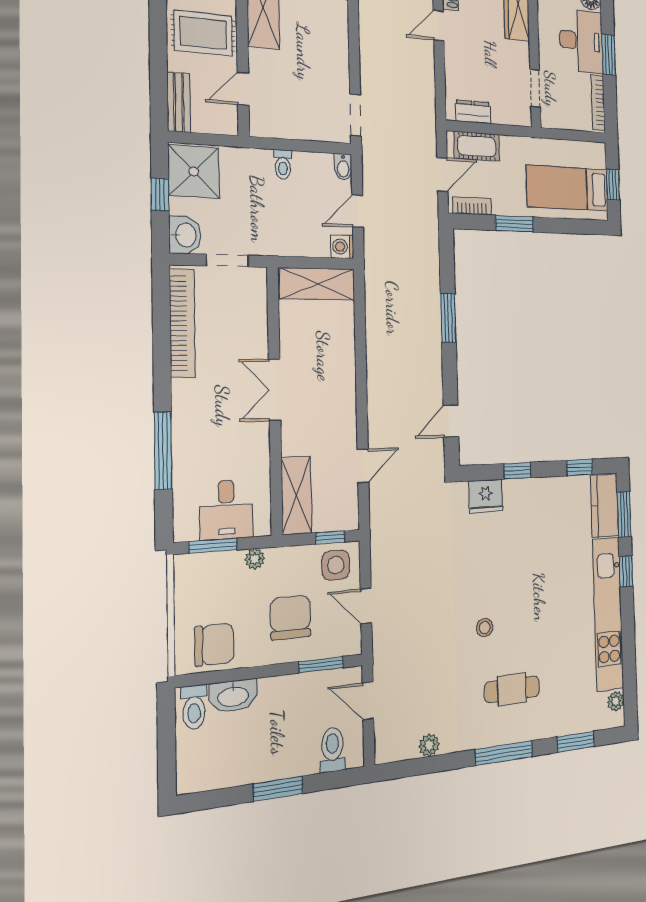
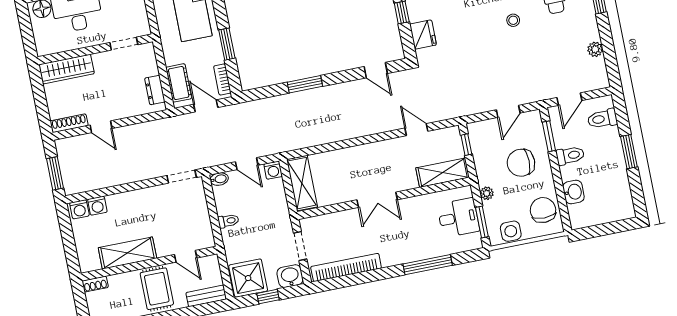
side table: (336, 565) -> (511, 231), moved
washbasin: (233, 696) -> (573, 192), width x0.72
toilet: (194, 707) -> (570, 155), moved

